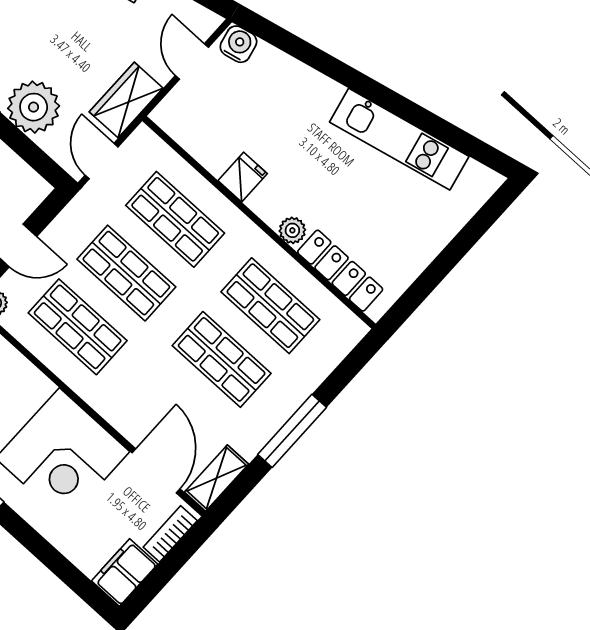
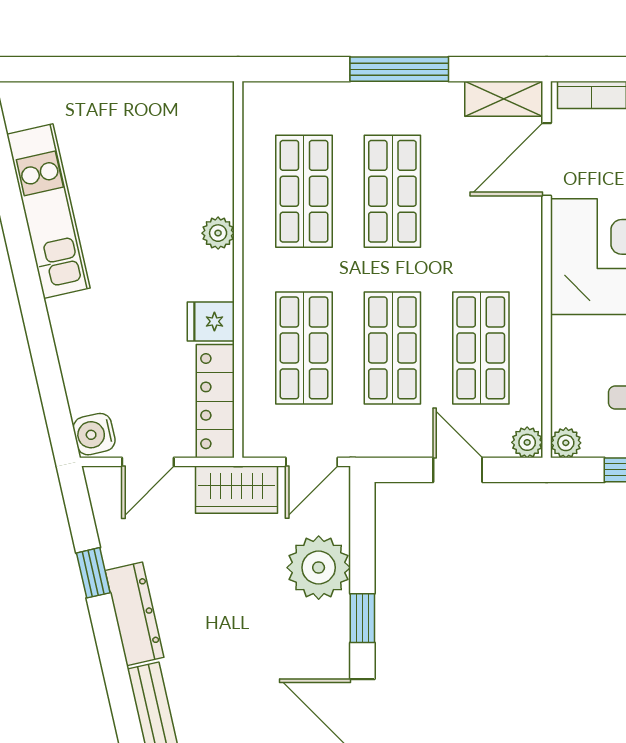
locker: (340, 271) -> (215, 401), moved

